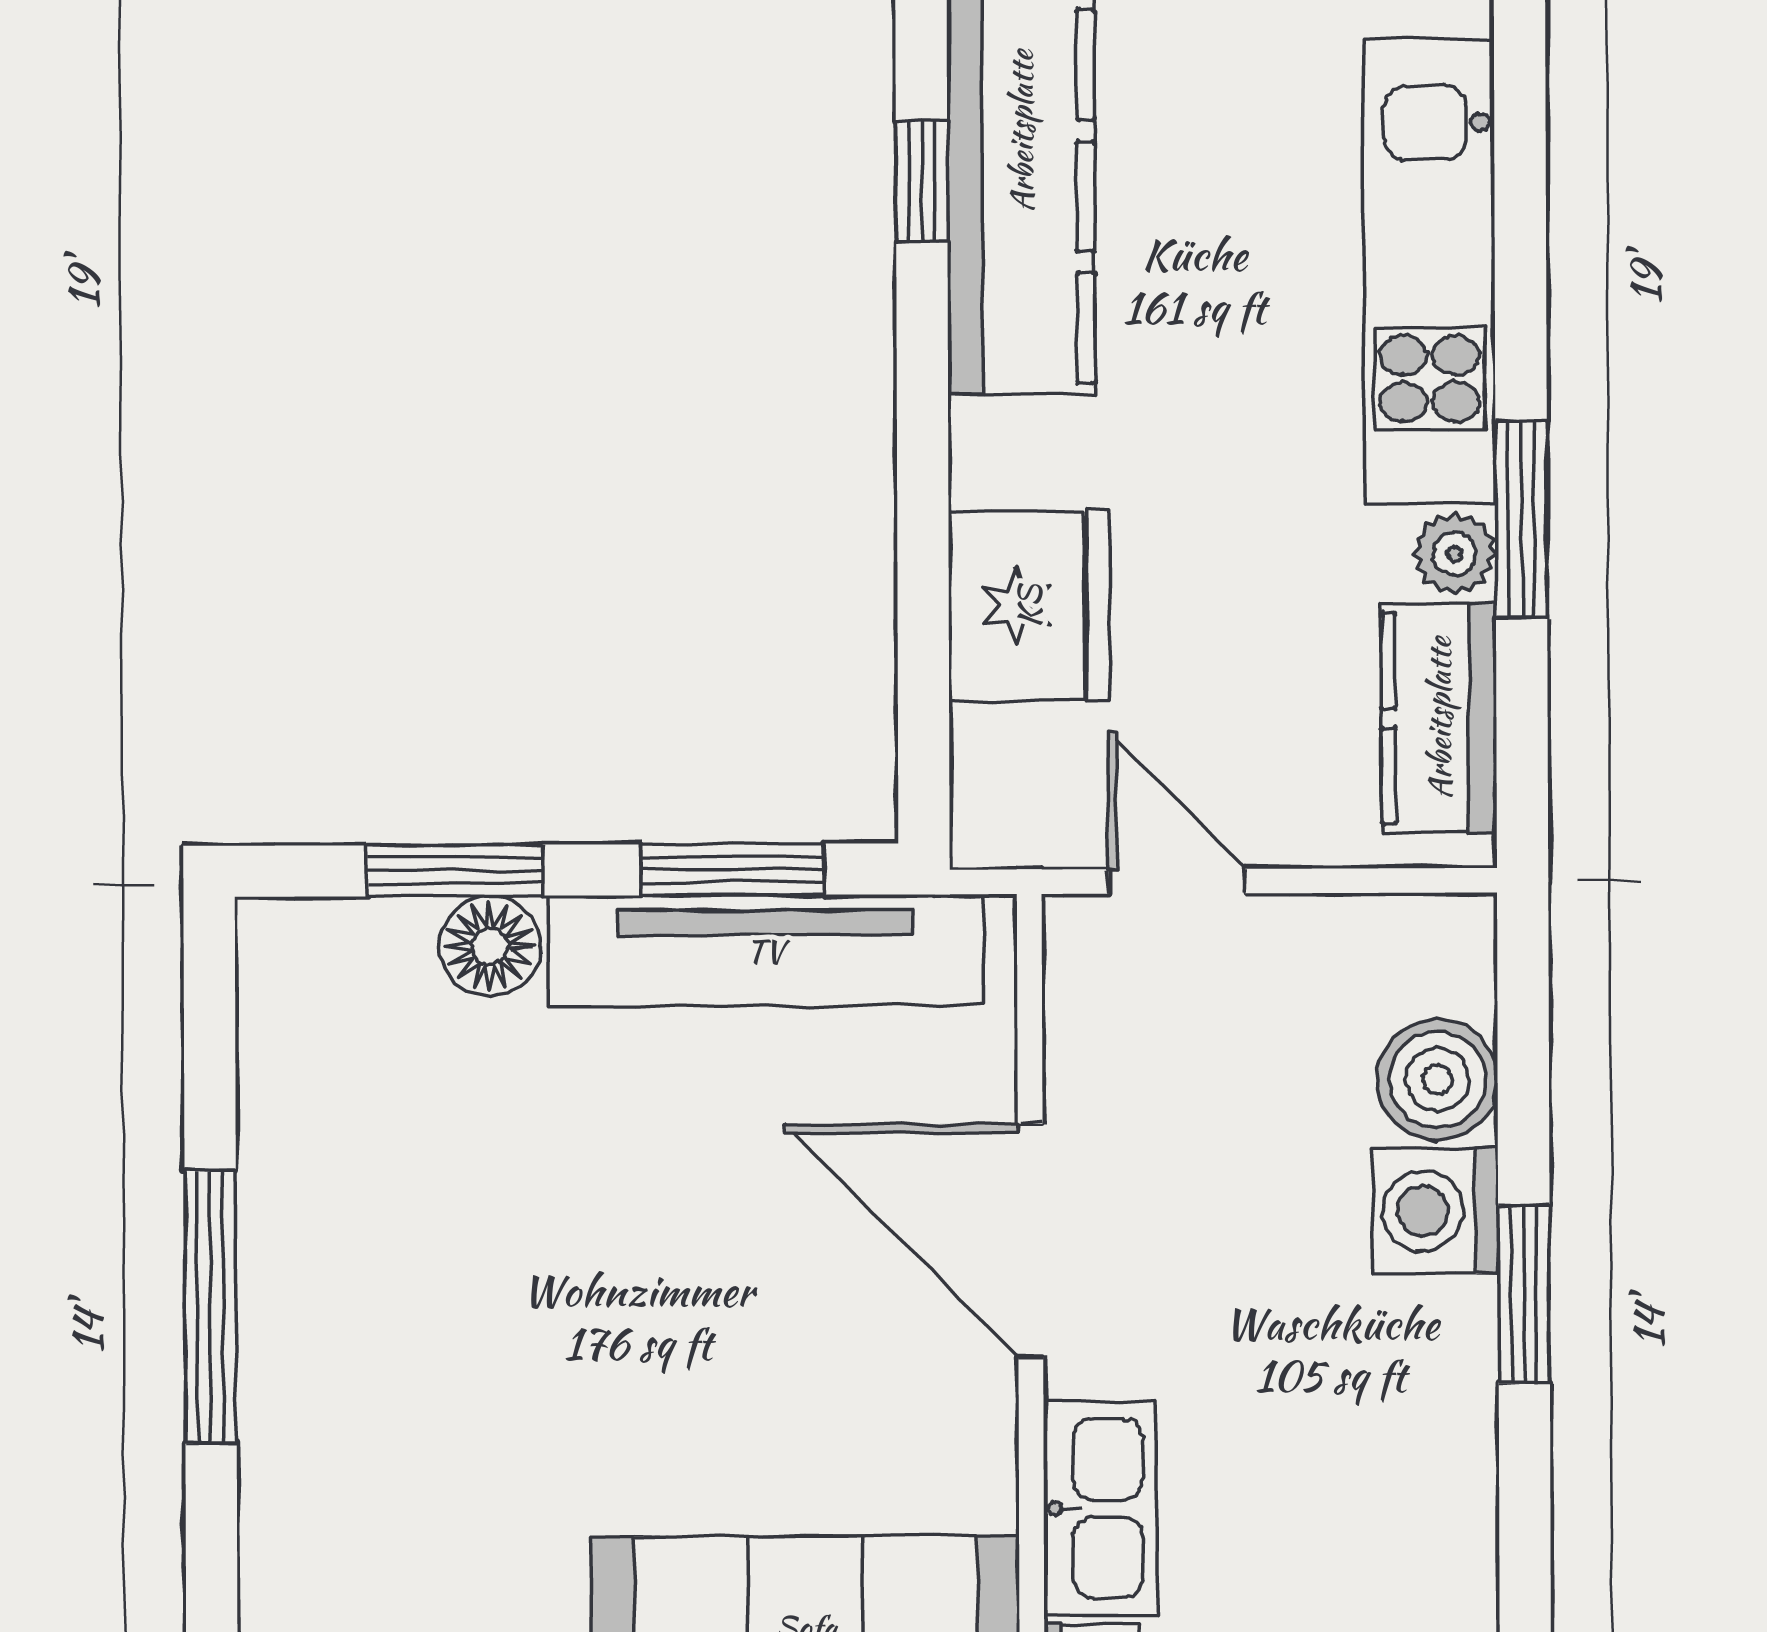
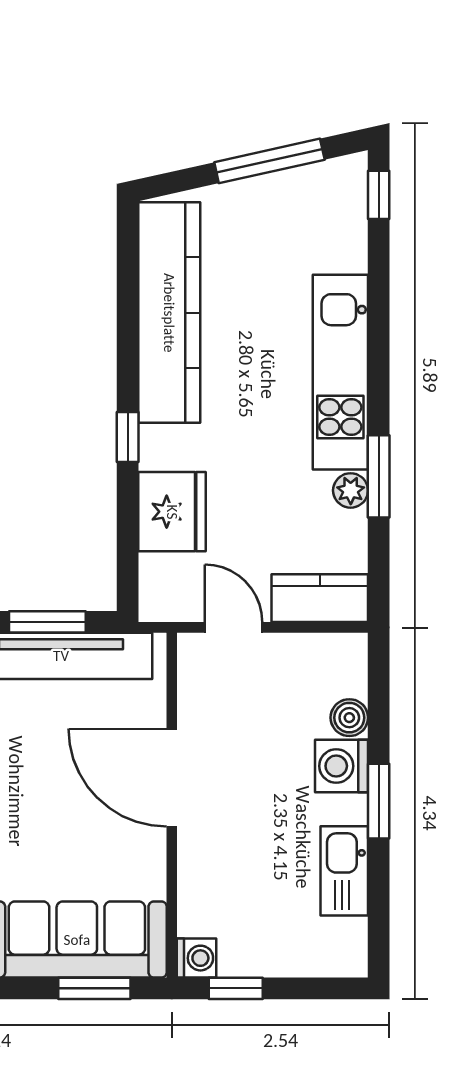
window: (922, 181) -> (128, 437), moved
kitchen counter: (1439, 718) -> (320, 598), moved, turned 90
boiler: (1437, 1079) -> (349, 718), width x0.73, depth x0.73
kitchen sink: (1100, 1508) -> (344, 871), moved, turned 180

